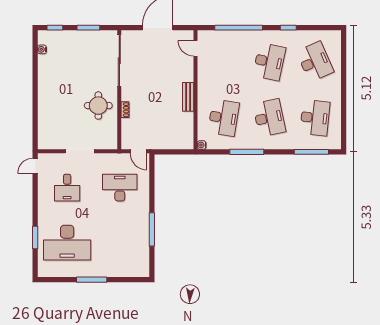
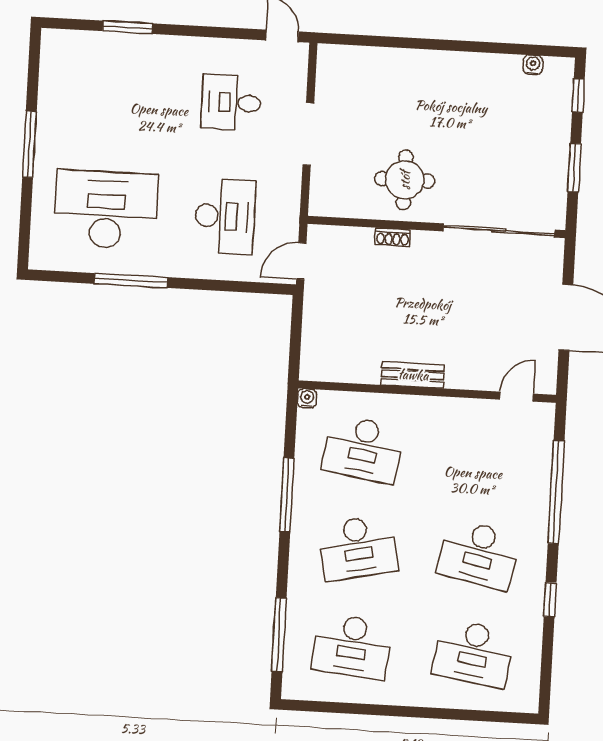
desk: (315, 62) -> (473, 653), turned 33
desk: (67, 243) -> (106, 210), moved, turned 90

